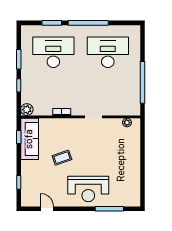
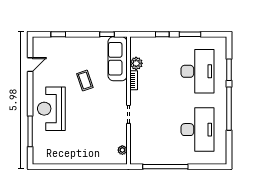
plant: (27, 110) -> (136, 63), moved
sofa: (30, 139) -> (118, 59), moved, turned 90

